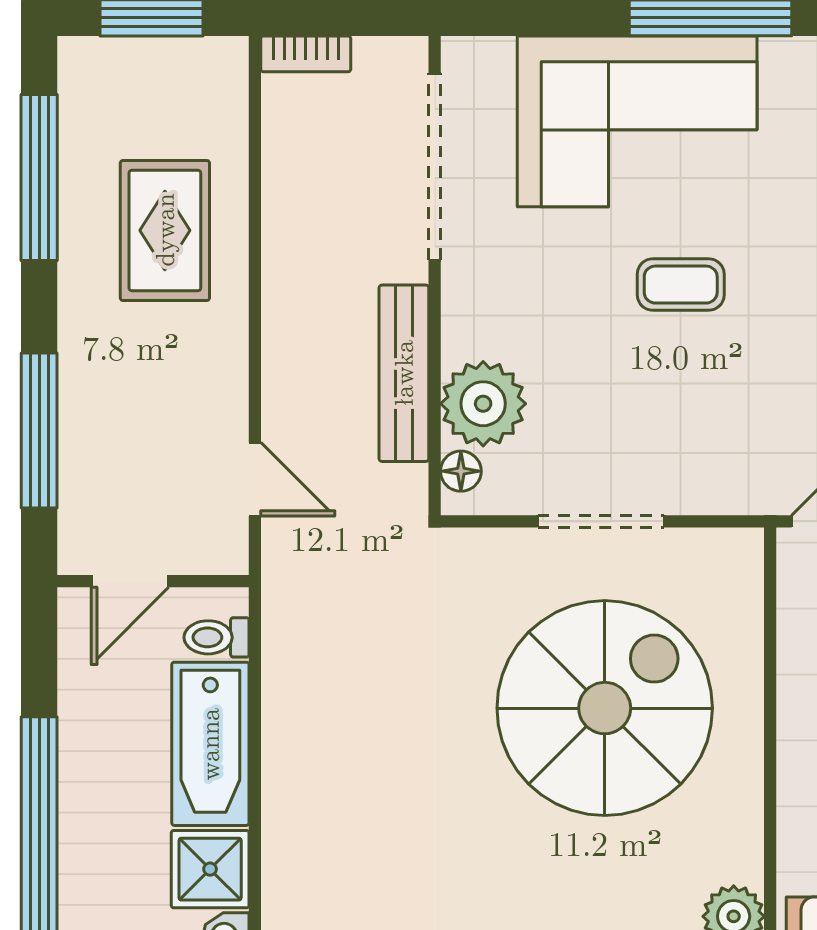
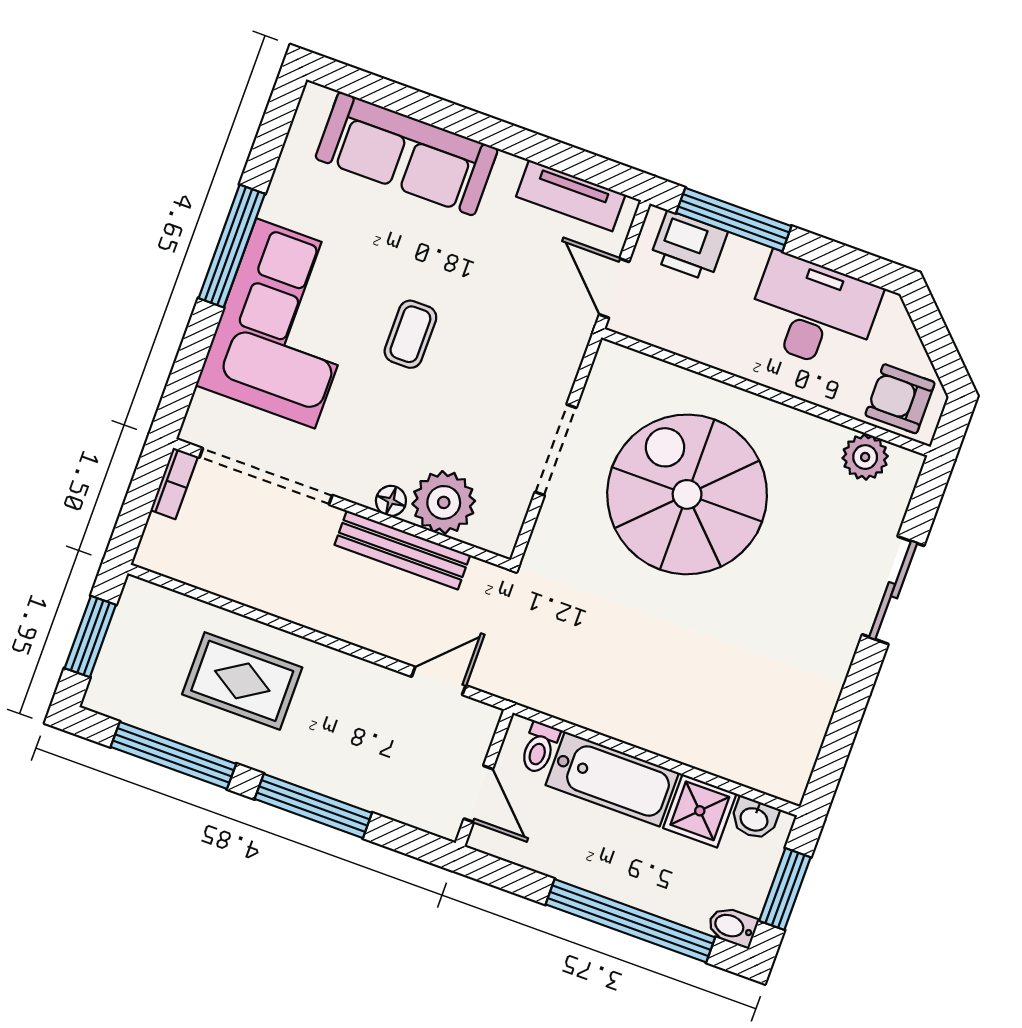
bookcase: (306, 54) -> (174, 483), moved
window: (39, 430) -> (313, 806), moved
floor lamp: (461, 471) -> (391, 501), moved

